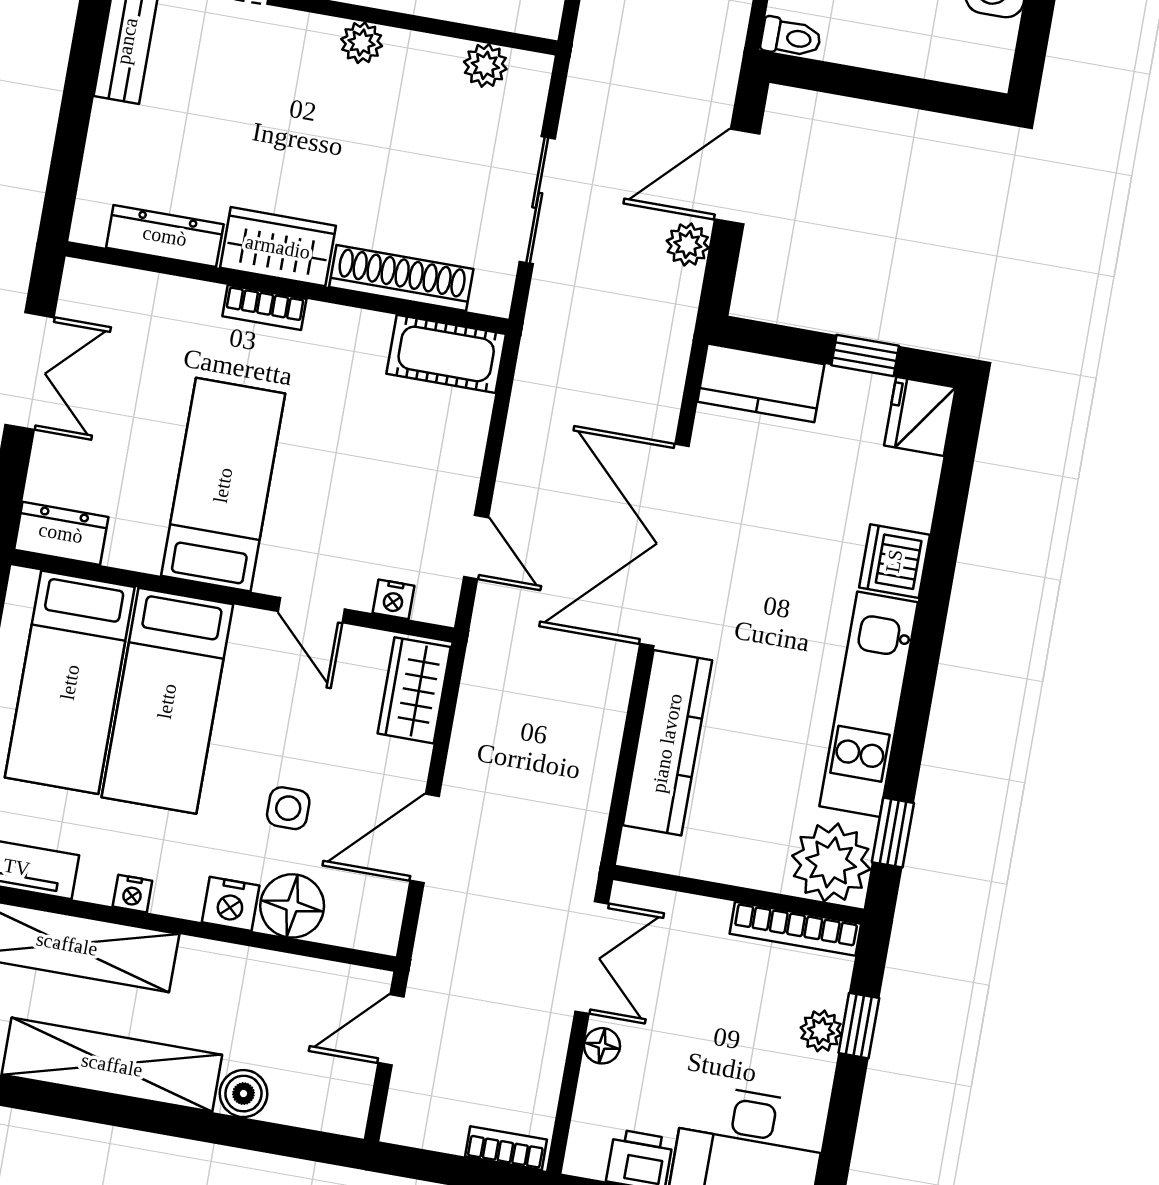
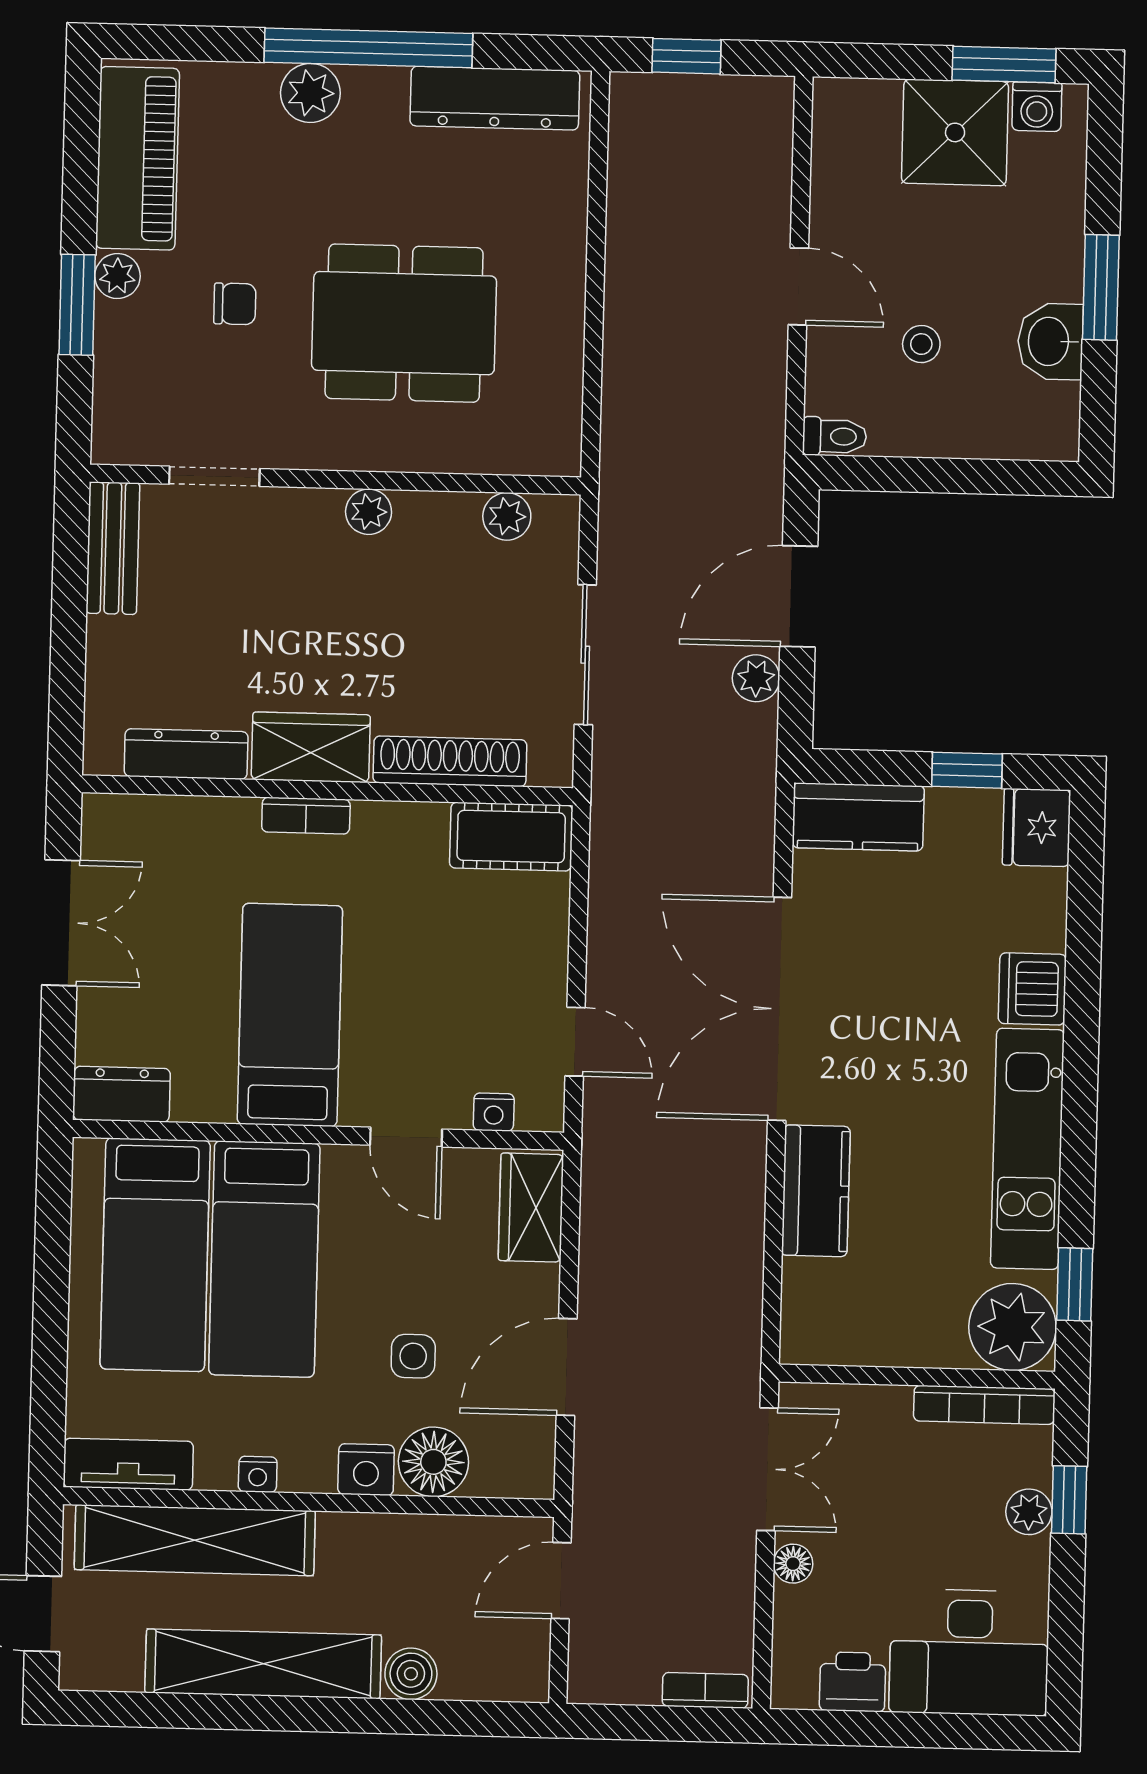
kitchen counter: (667, 743) -> (816, 1191), width x0.67

